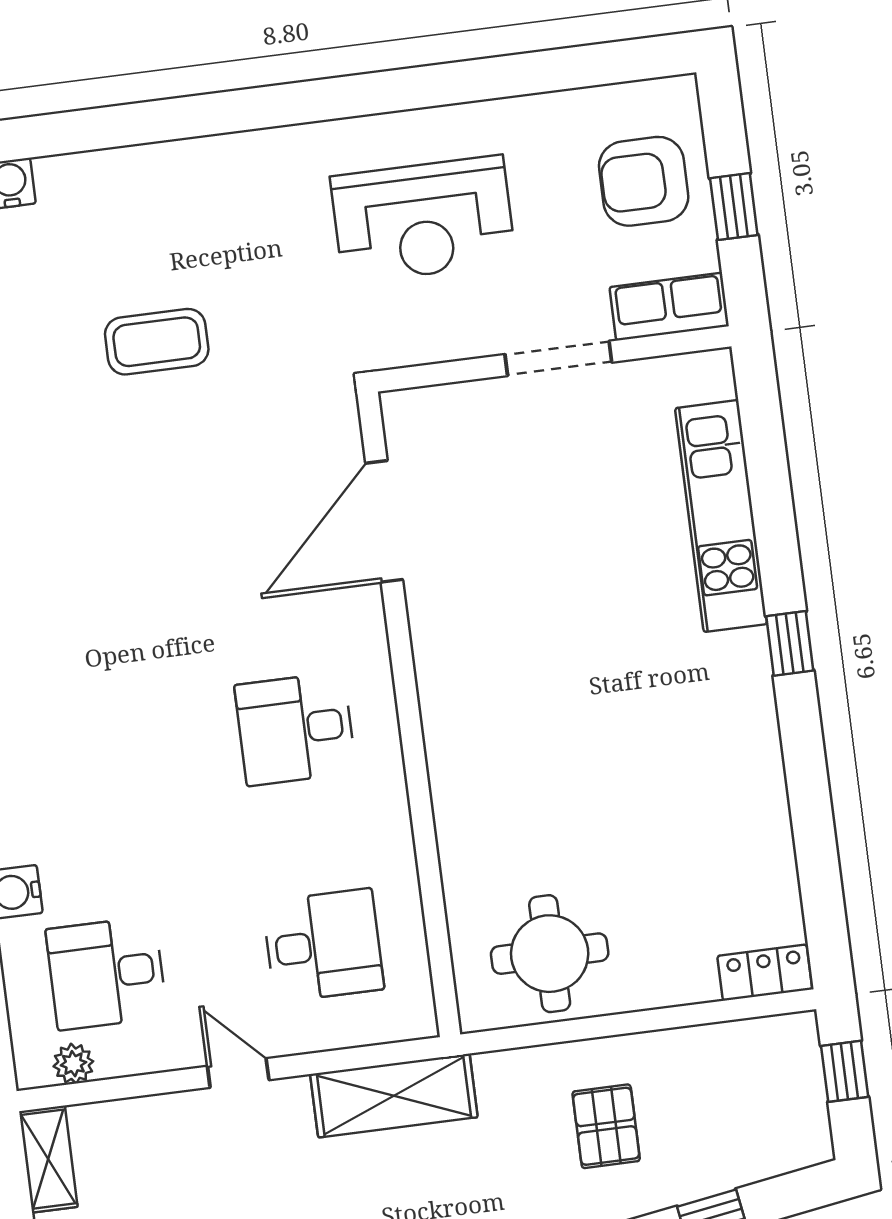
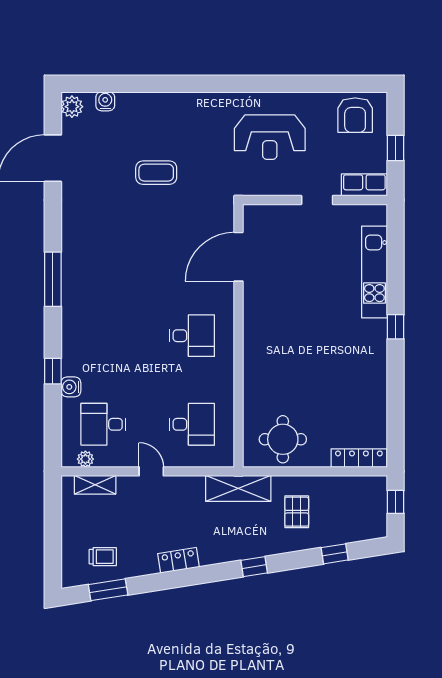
armchair: (644, 181) -> (355, 115), moved, turned -90
doorway: (558, 358) -> (317, 200), width x0.73
desk: (295, 729) -> (192, 336), turned 180
locker: (765, 973) -> (359, 458), width x1.53
shelving: (394, 1096) -> (238, 488), moved
shelving: (48, 1159) -> (95, 485), moved, turned 90

